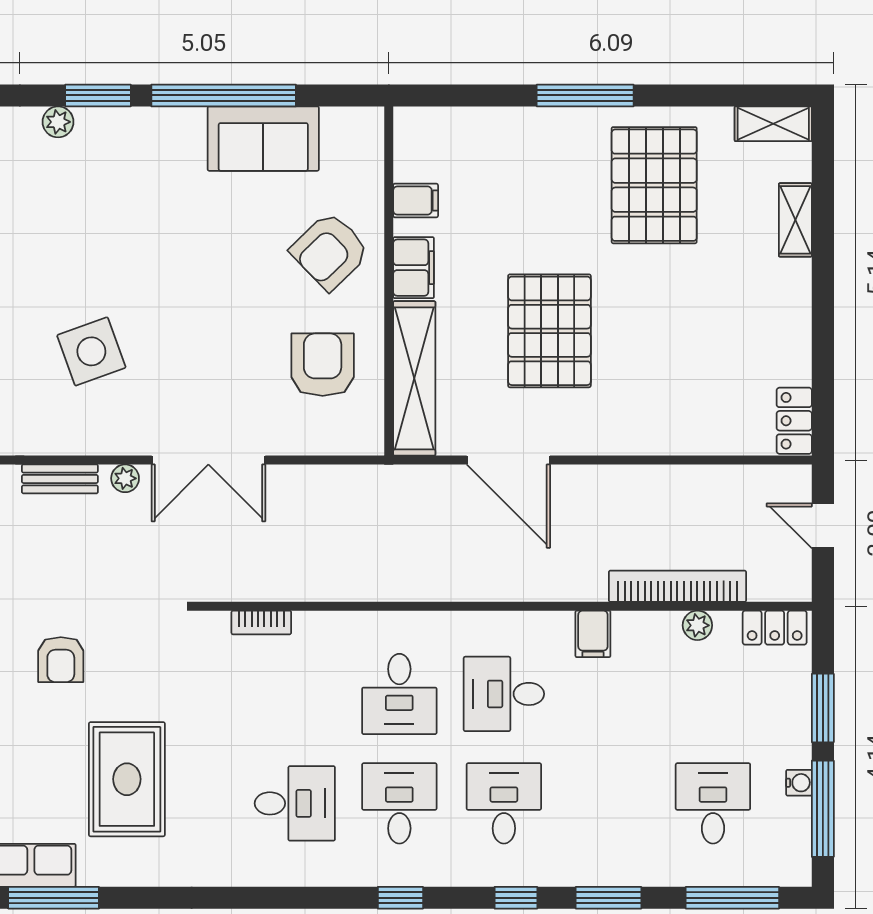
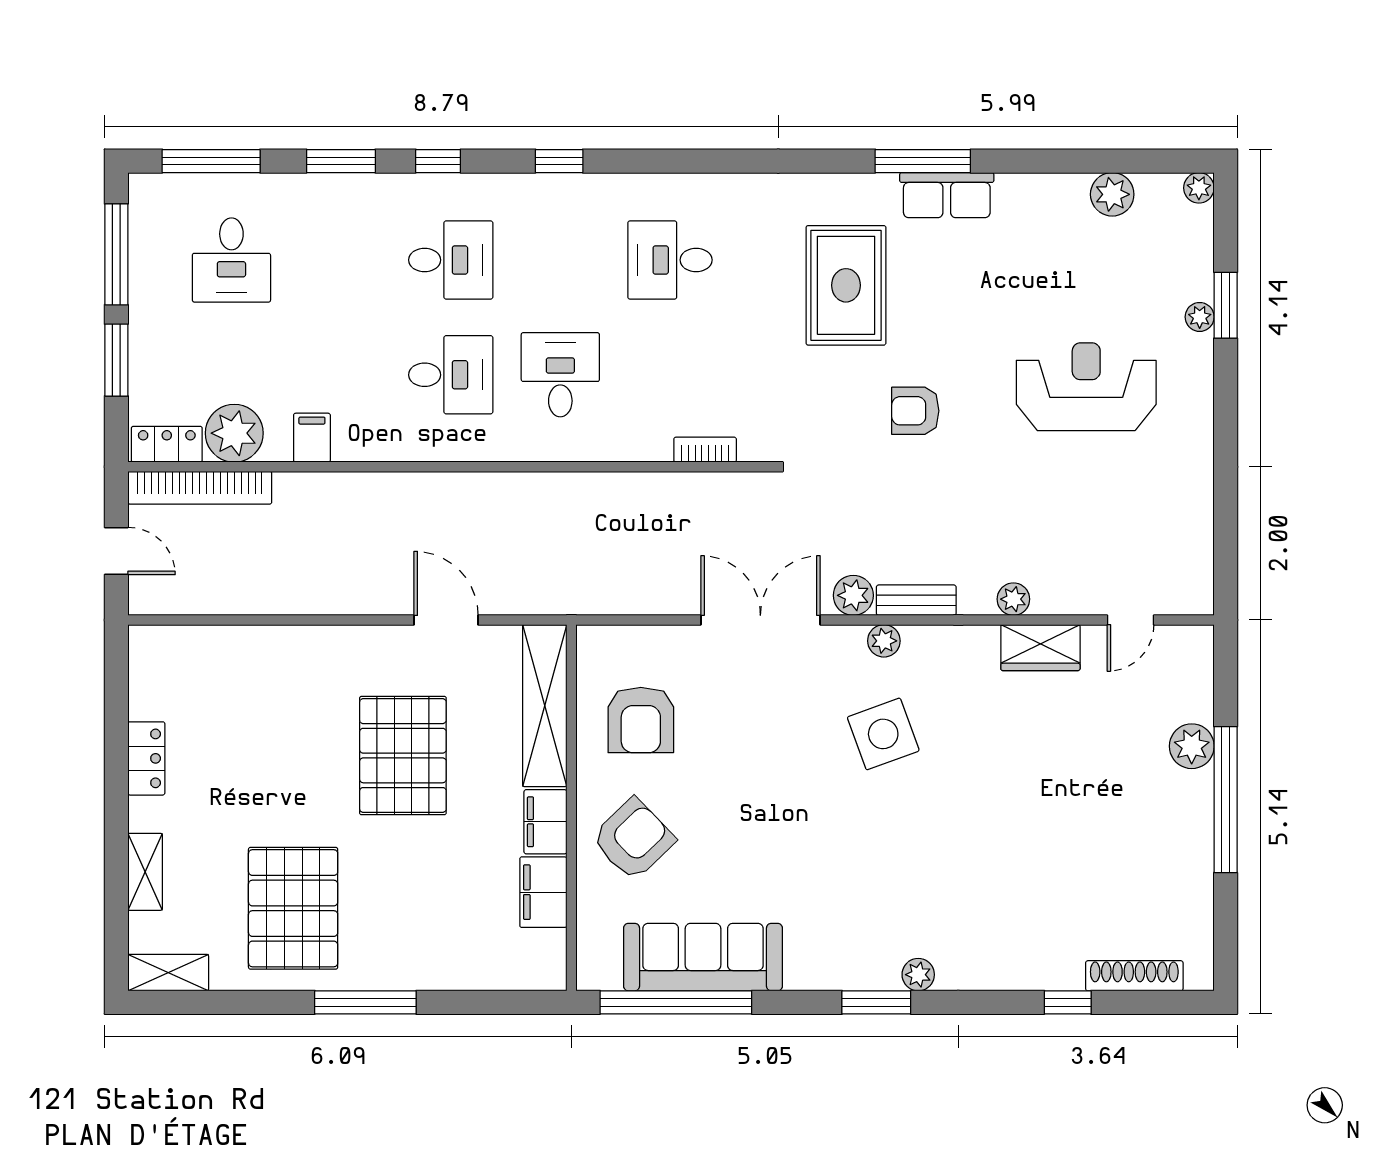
window: (224, 95) -> (676, 1002), moved
sofa: (263, 139) -> (703, 957), width x1.36
filing cabinet: (416, 201) -> (543, 892), width x2.00
locker: (794, 421) -> (146, 758), moved
plant: (91, 440) -> (884, 641), added
door: (508, 460) -> (446, 620), width x0.73
plant: (125, 478) -> (853, 595), width x1.38, depth x1.38
bookcase: (677, 586) -> (200, 488), moved
plant: (697, 625) -> (234, 433), width x1.87, depth x1.87
filing cabinet: (593, 634) -> (312, 438), moved
armchair: (61, 660) -> (915, 411), turned -90
water cooler: (799, 783) -> (141, 282), removed
desk: (399, 803) -> (560, 260), removed
desk: (504, 803) -> (451, 260), turned -90

